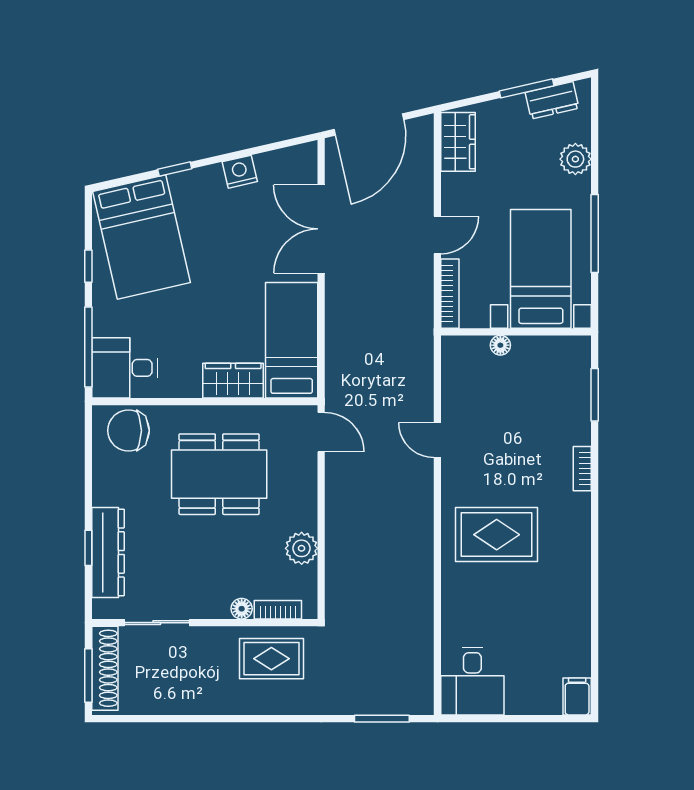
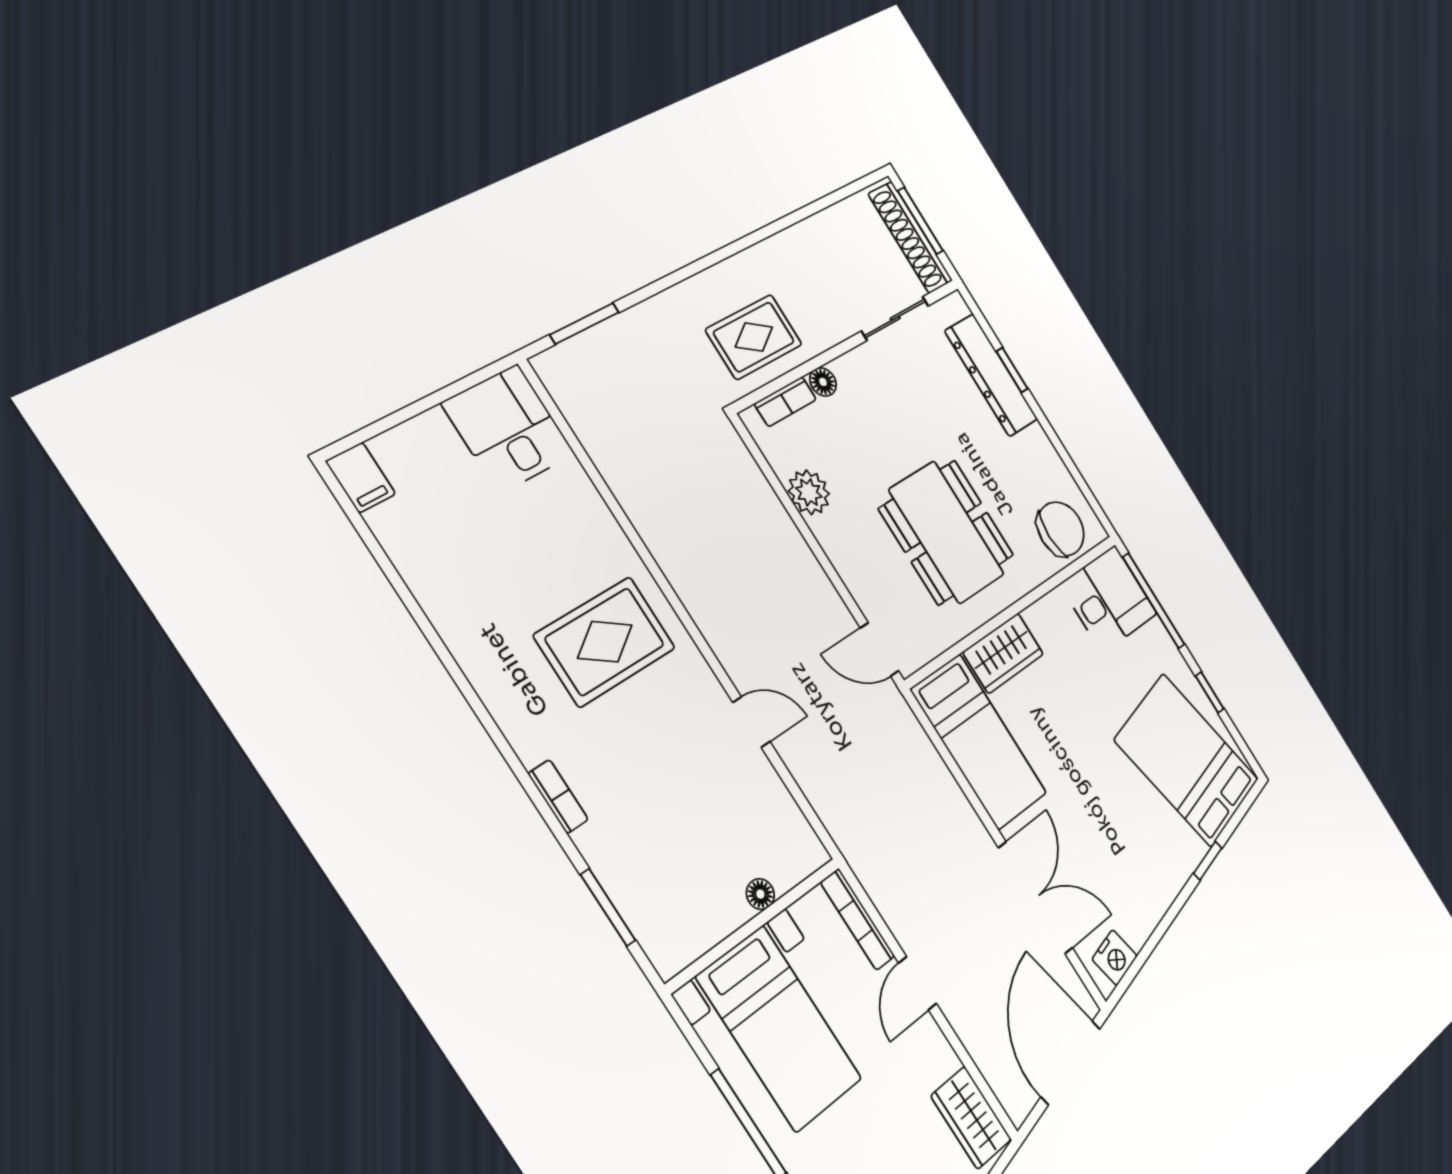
nightstand: (240, 172) -> (1115, 958), moved
dining table: (219, 474) -> (947, 532), turned 90

